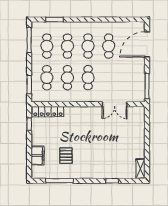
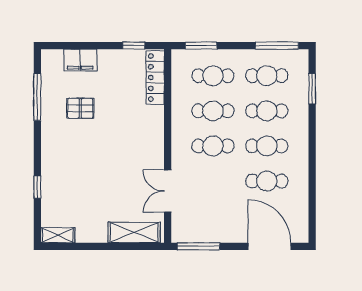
shelving: (139, 124) -> (134, 232), added

